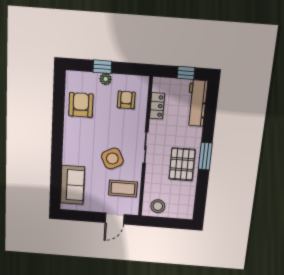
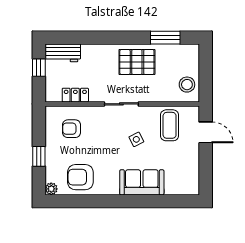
plant: (106, 79) -> (51, 189), moved
workbench: (197, 103) -> (63, 53), width x0.73
window: (205, 156) -> (165, 38), moved
side table: (112, 159) -> (136, 139), width x0.54, depth x0.54
sofa: (72, 185) -> (142, 182), moved

